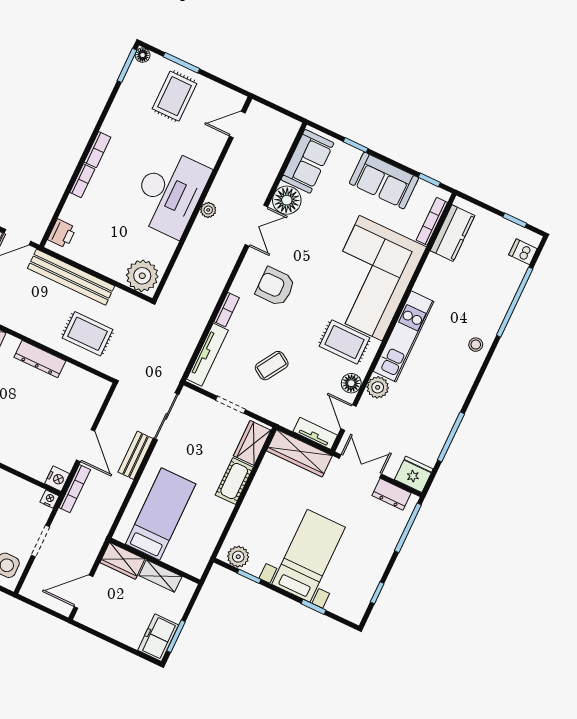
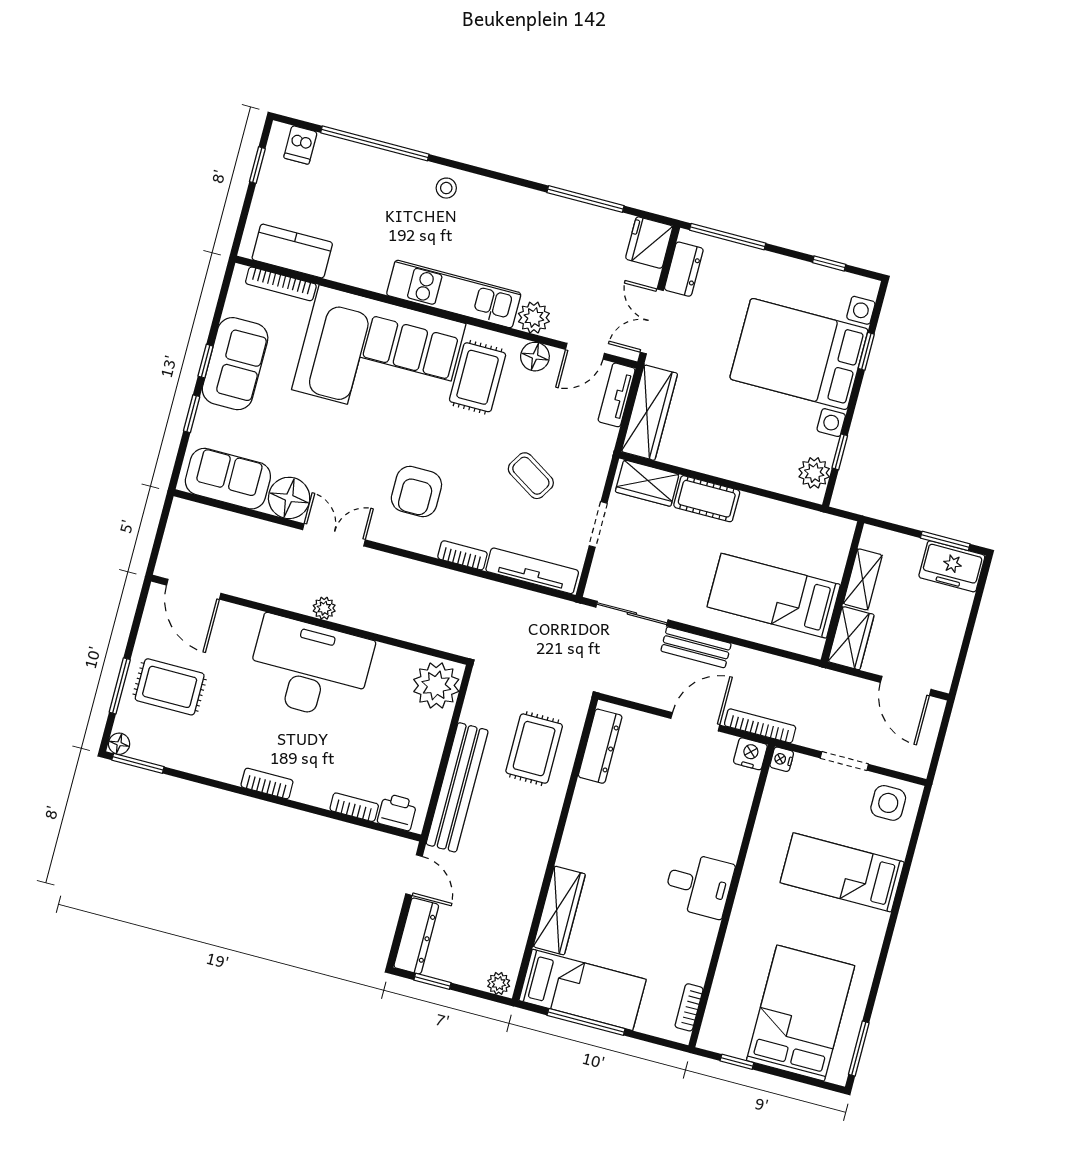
door: (237, 125) -> (194, 589), width x1.38
window: (429, 180) -> (206, 361), moved
bookcase: (82, 181) -> (354, 807), moved
dresser: (40, 359) -> (600, 746), moved
bed with nightstands: (309, 556) -> (799, 354), width x1.36

